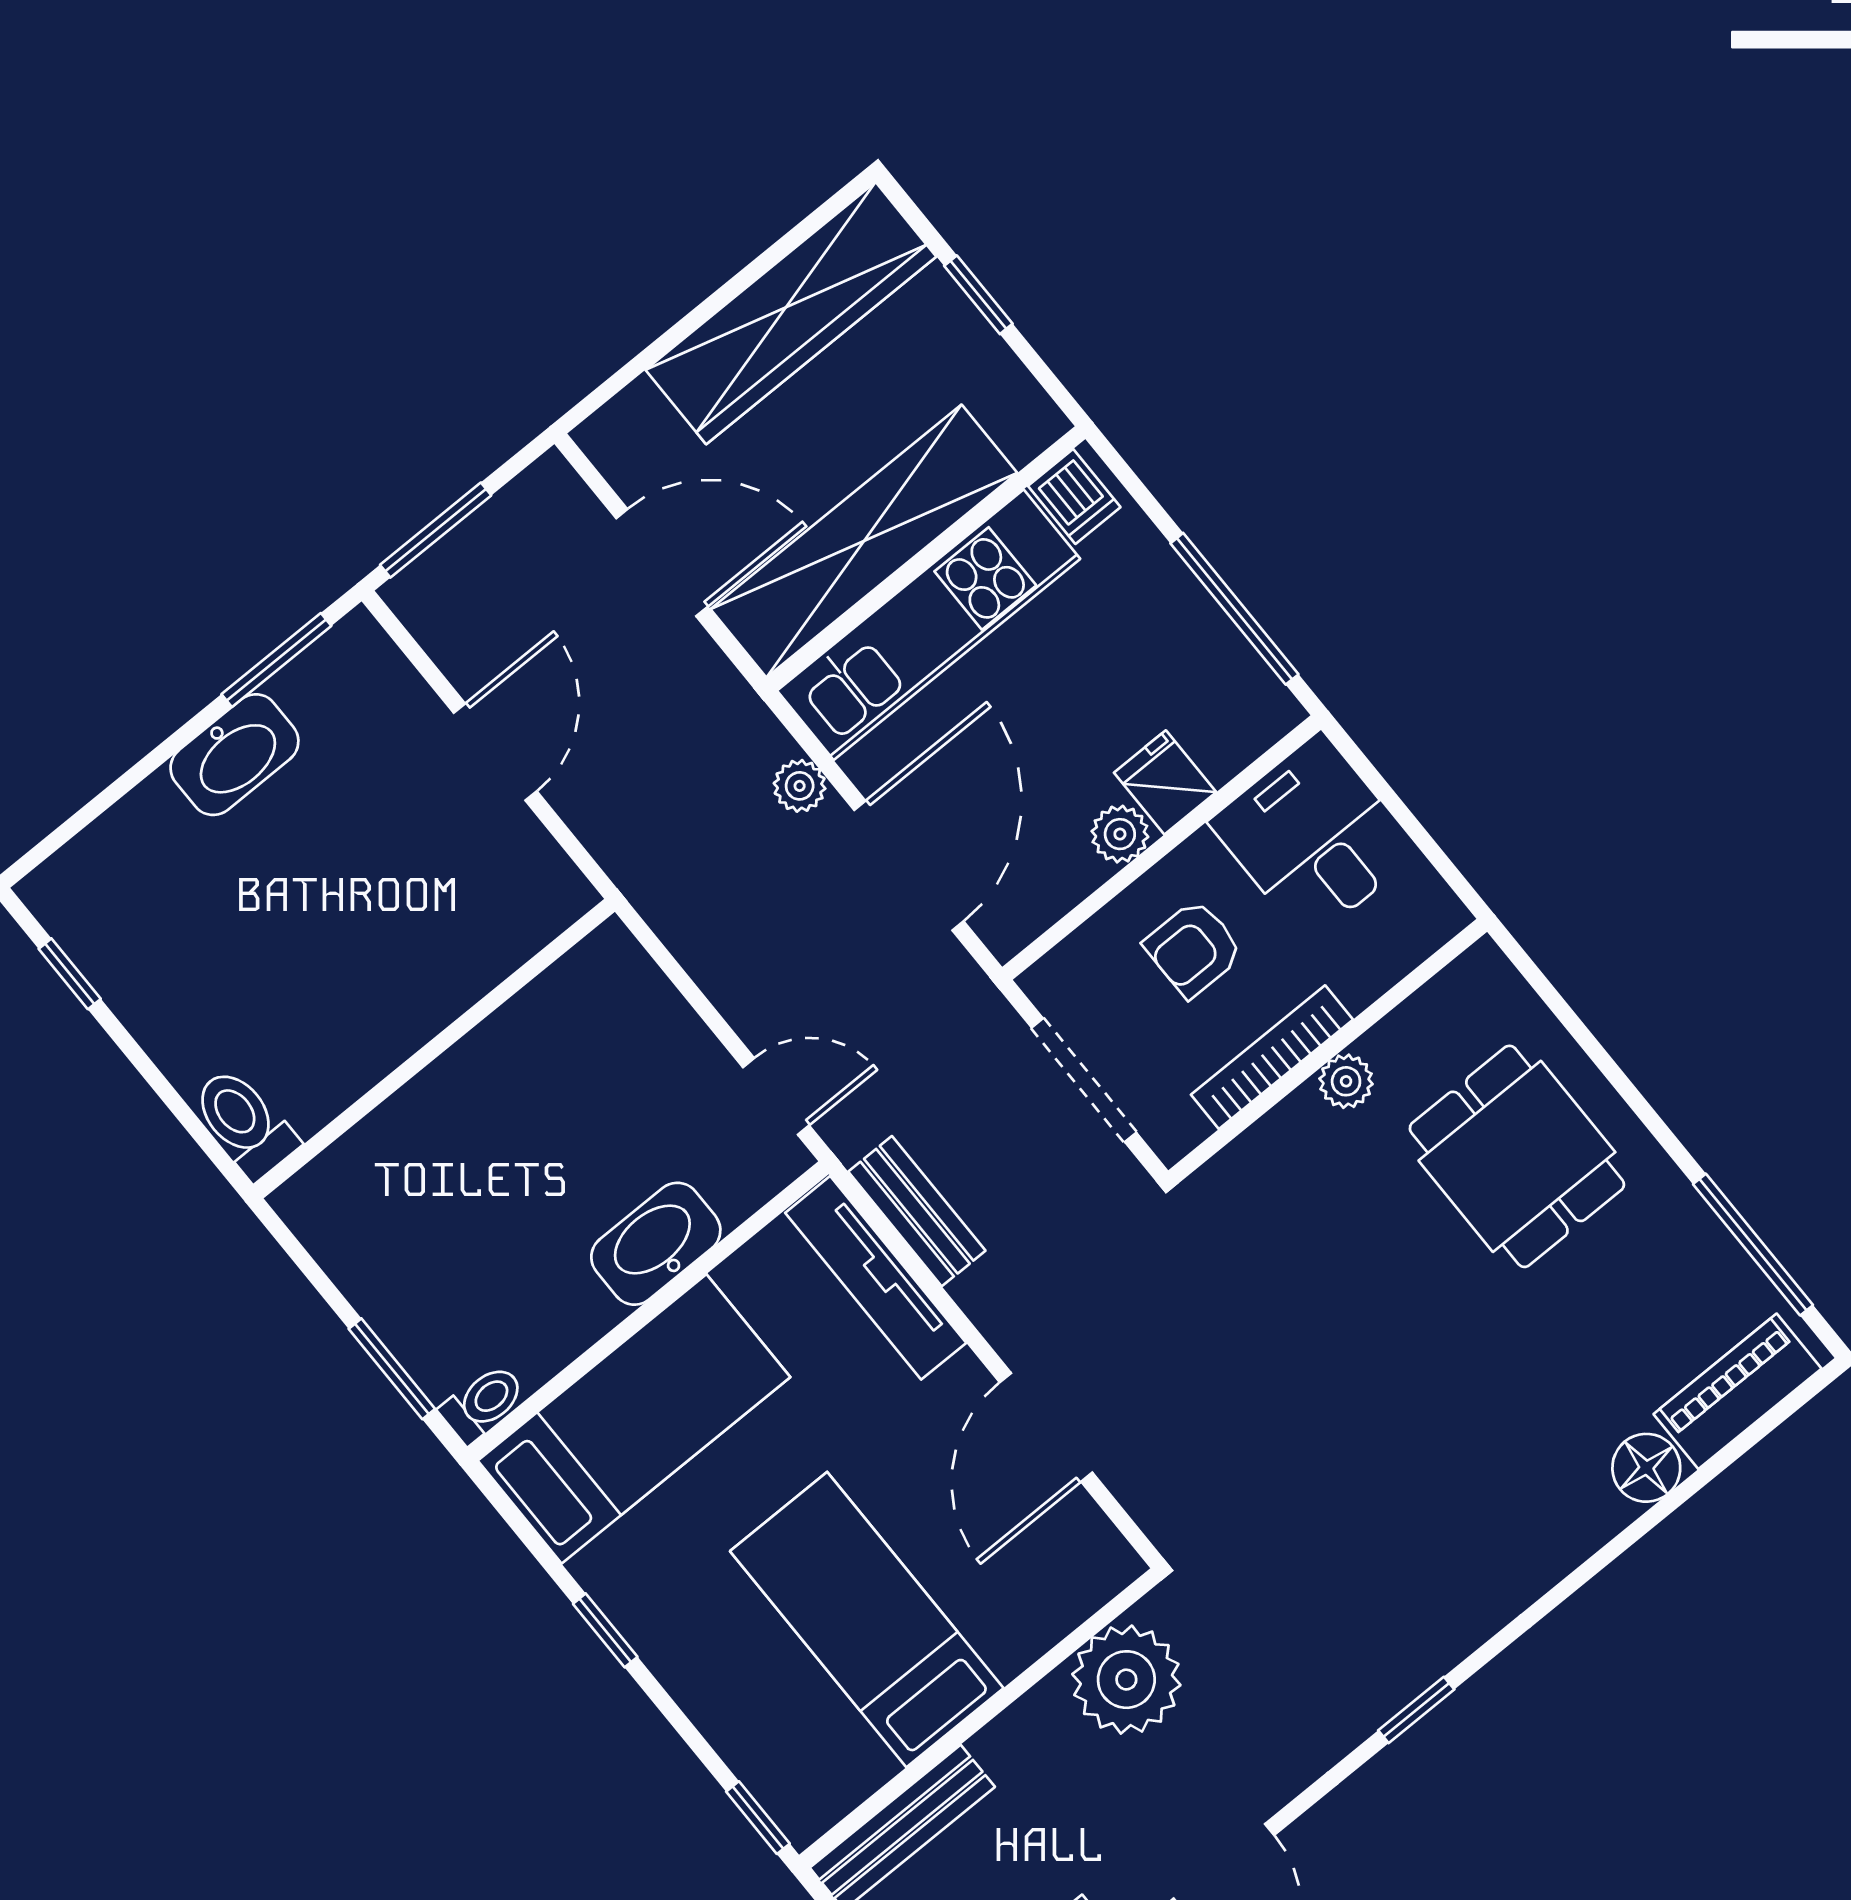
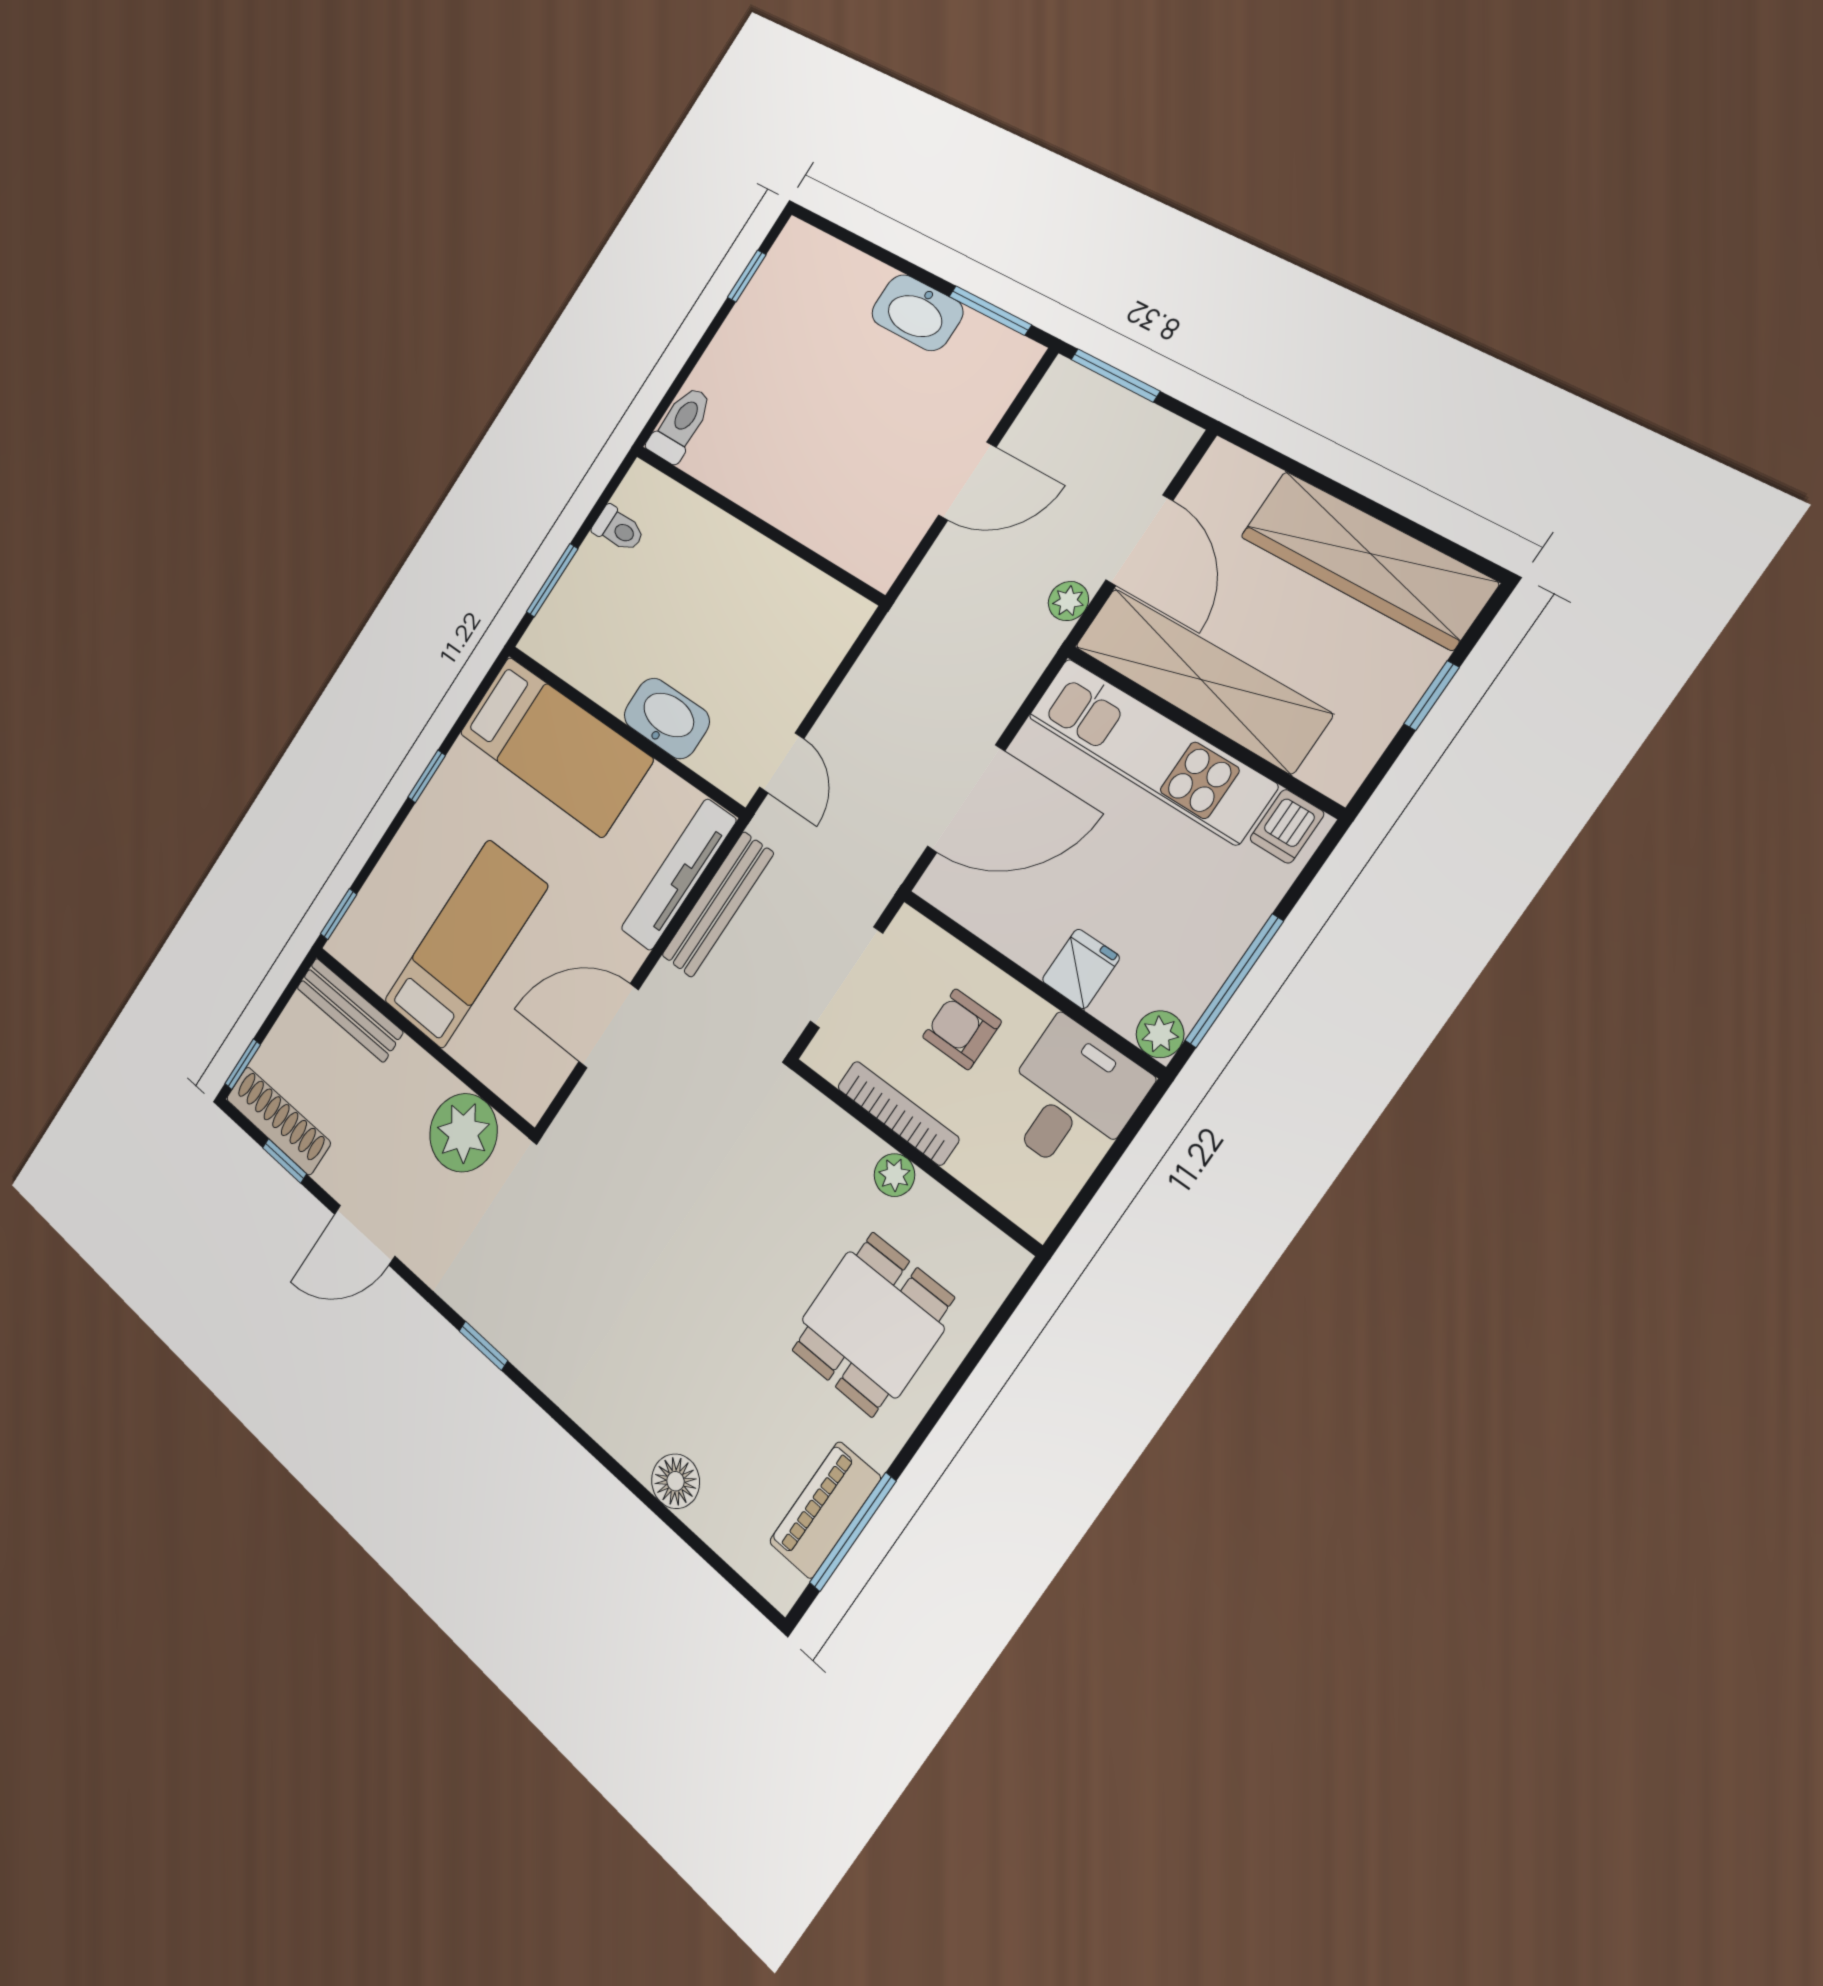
plant: (800, 786) -> (1068, 601), moved
plant: (1120, 834) -> (1160, 1034), moved
bench: (917, 1211) -> (718, 904), width x1.36
piano: (1738, 1391) -> (825, 1510), moved, turned -90
toilet: (483, 1403) -> (619, 529), moved

